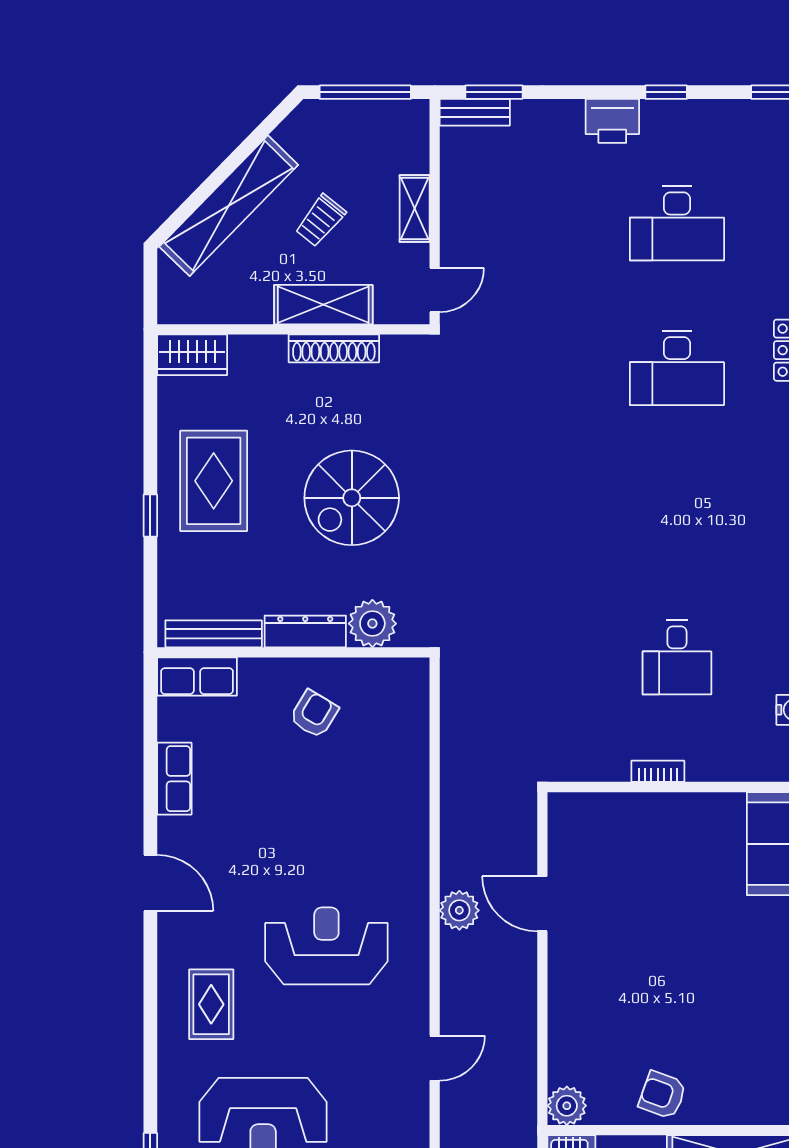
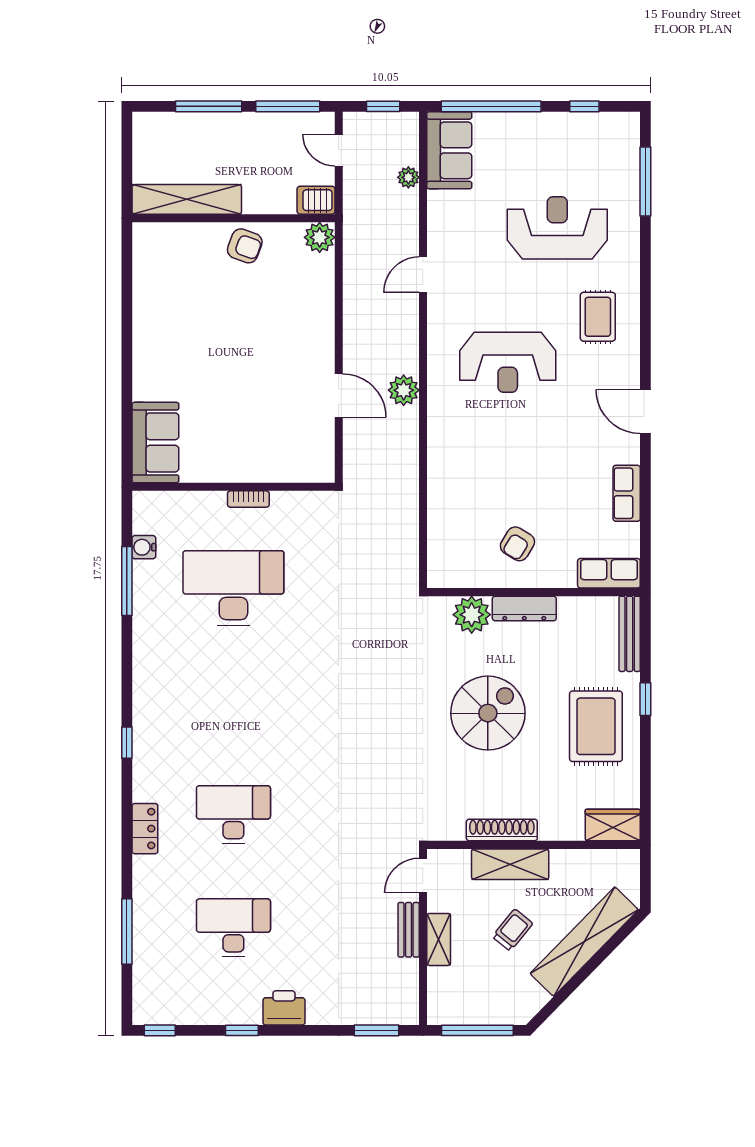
bench: (475, 112) -> (409, 930), moved, turned 90
bench: (214, 634) -> (630, 634), moved, turned 90
desk: (677, 657) -> (233, 588), width x1.87, depth x1.30

